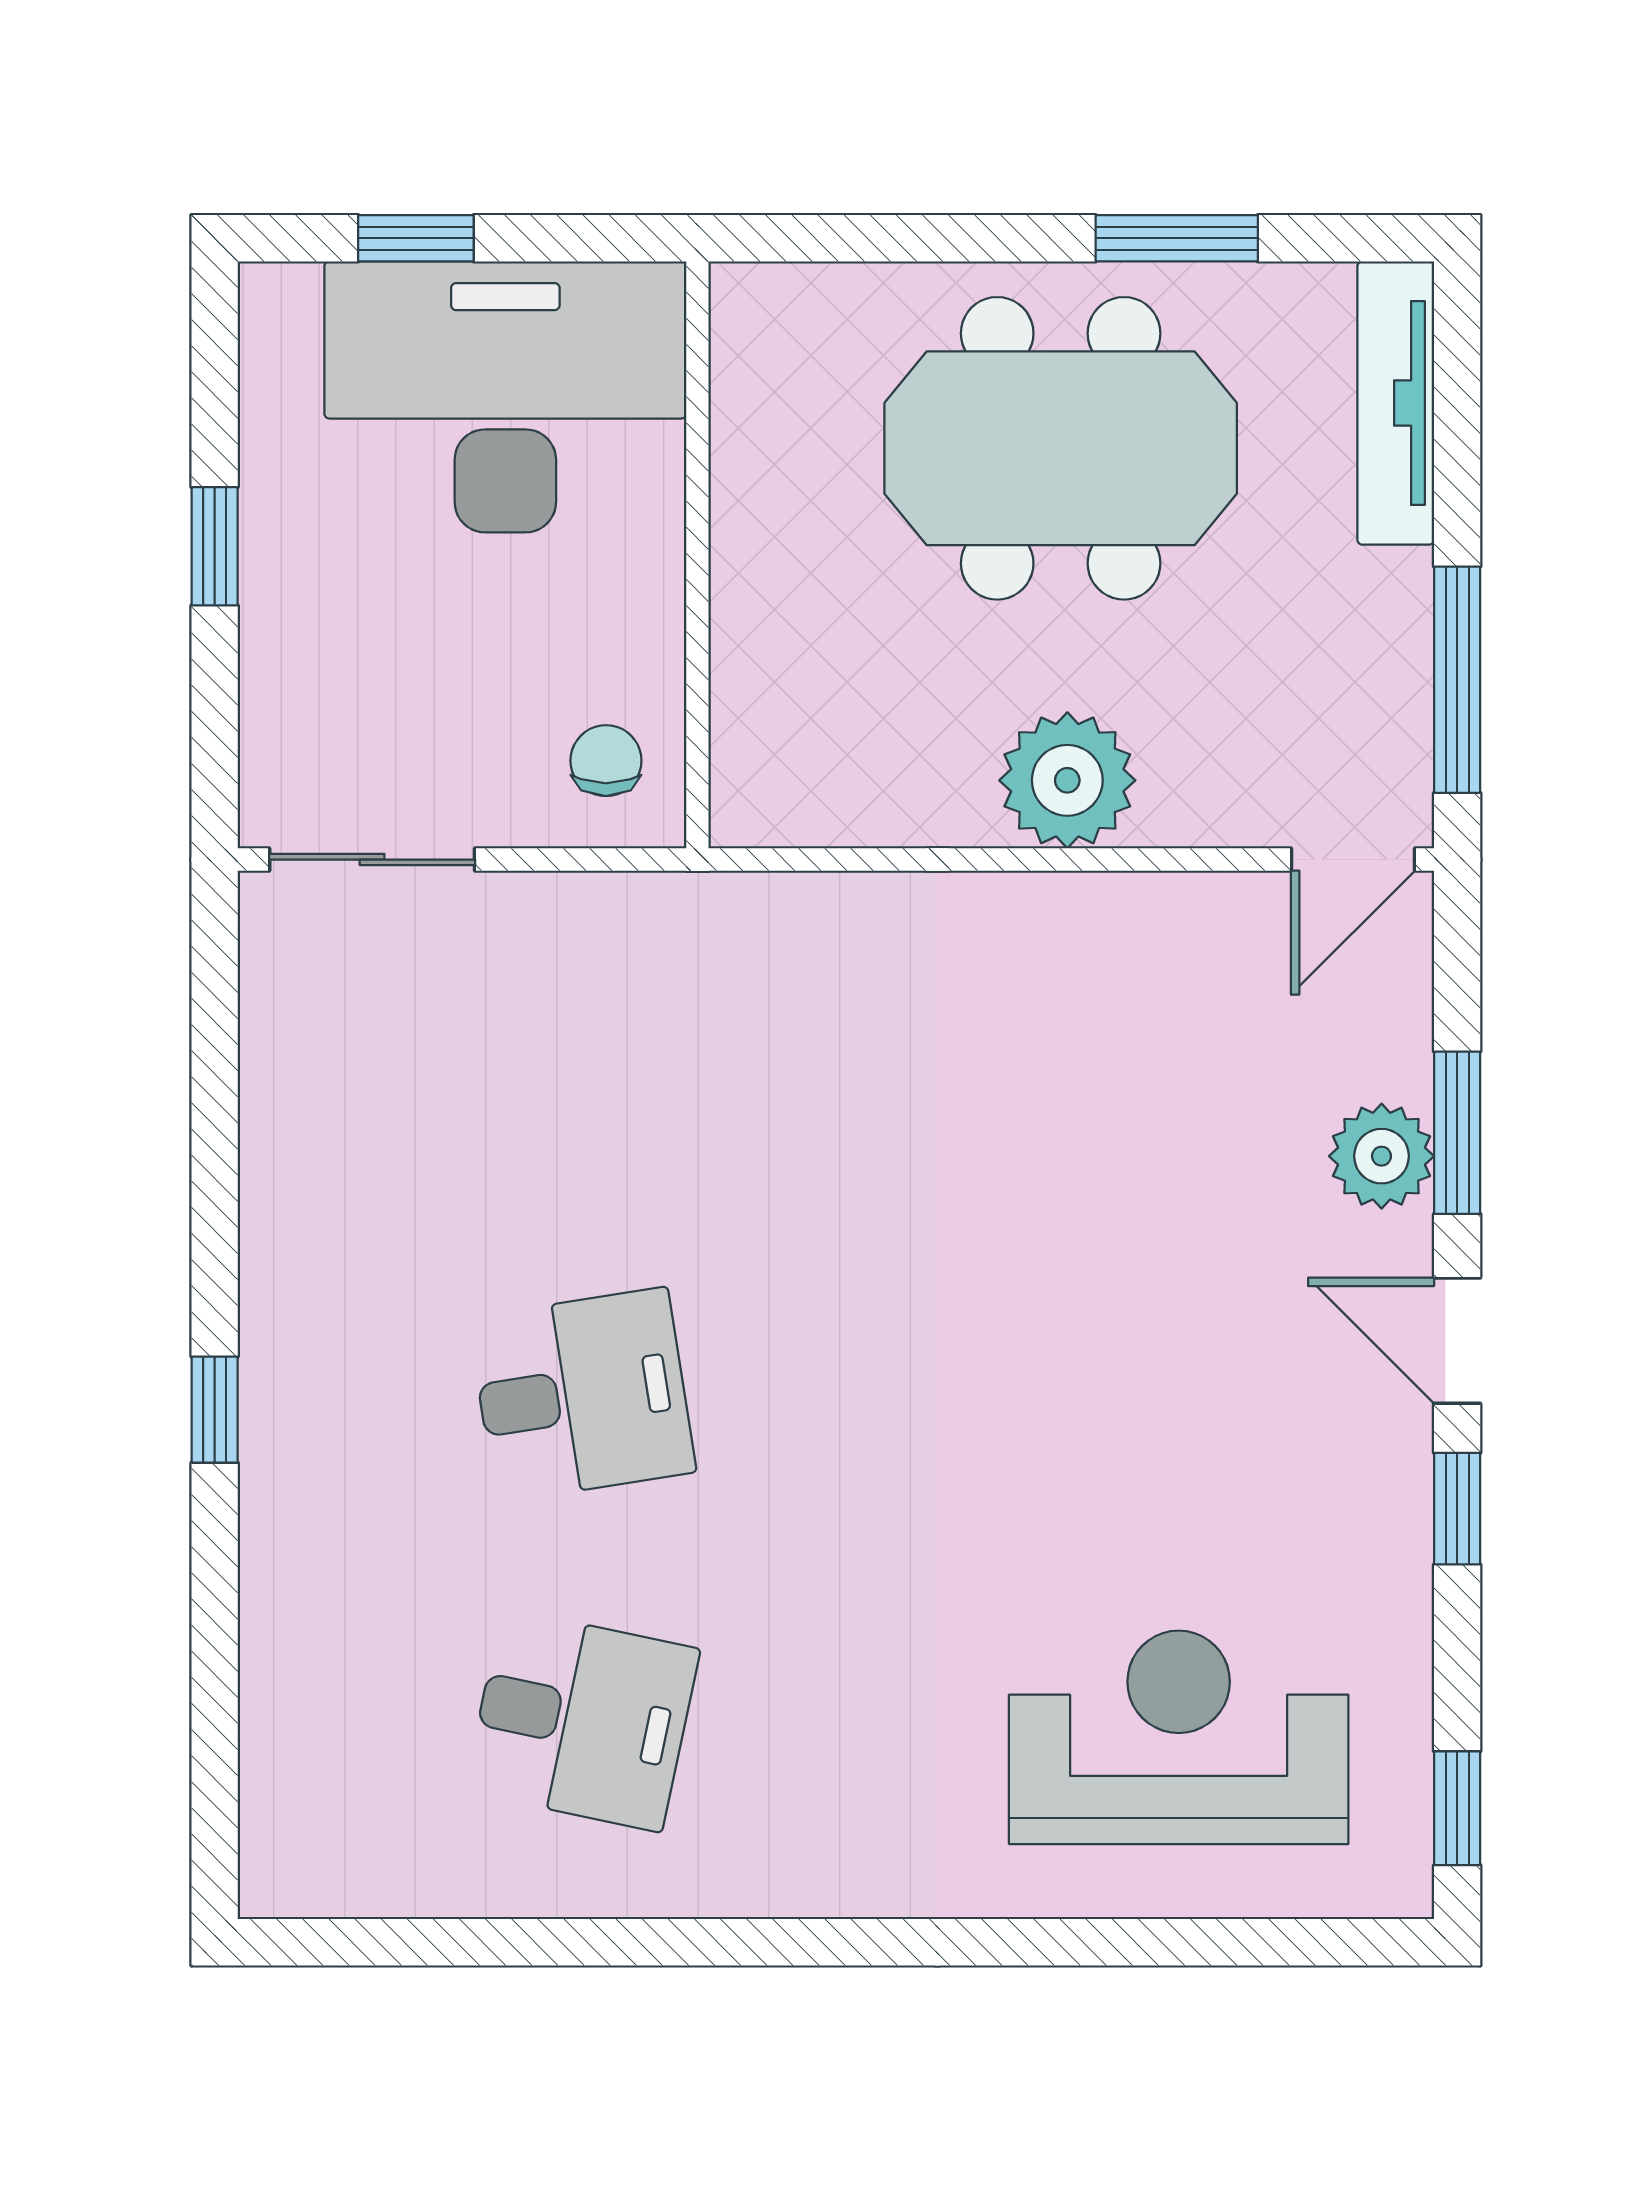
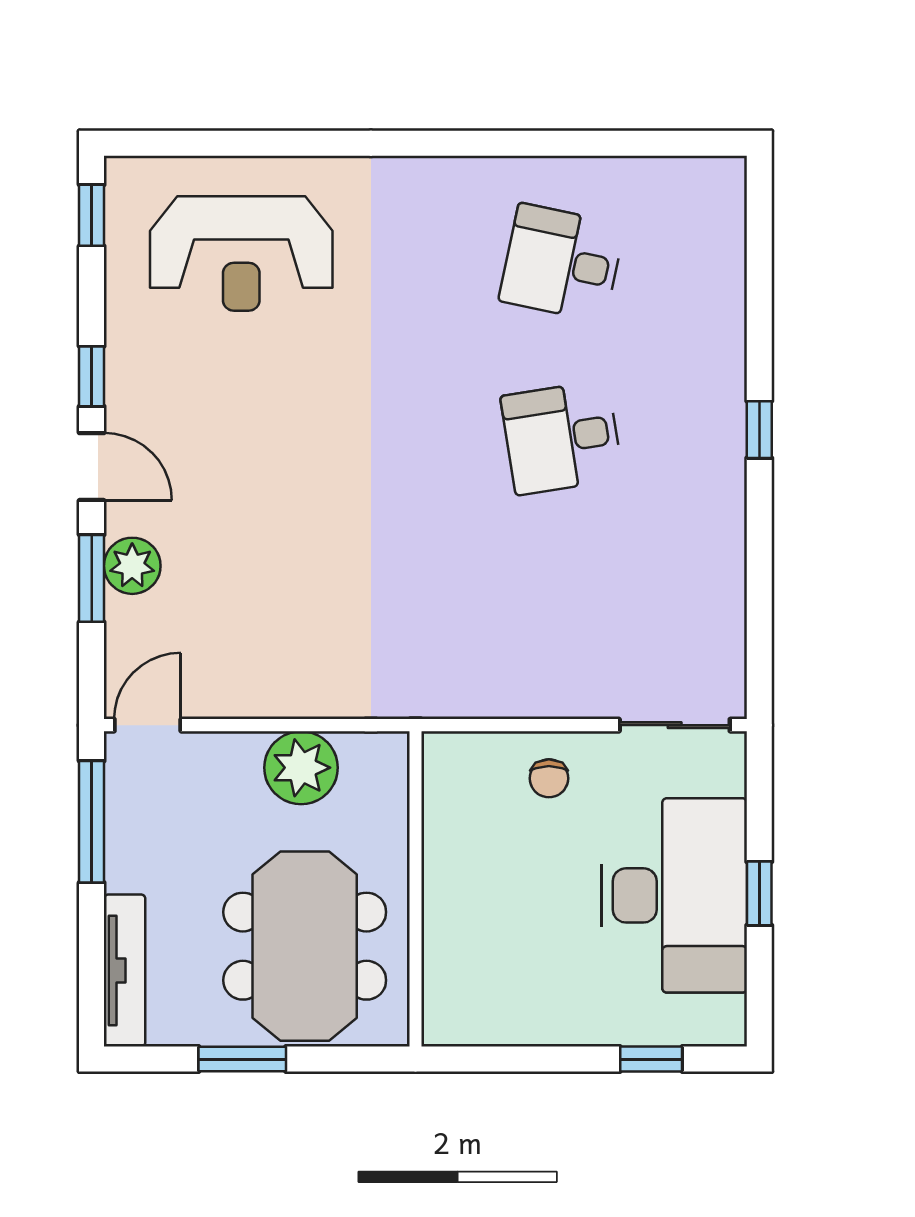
desk: (505, 397) -> (674, 895), moved, turned -90
meeting table: (1061, 448) -> (305, 946), turned 90
wall: (697, 555) -> (416, 889), moved

